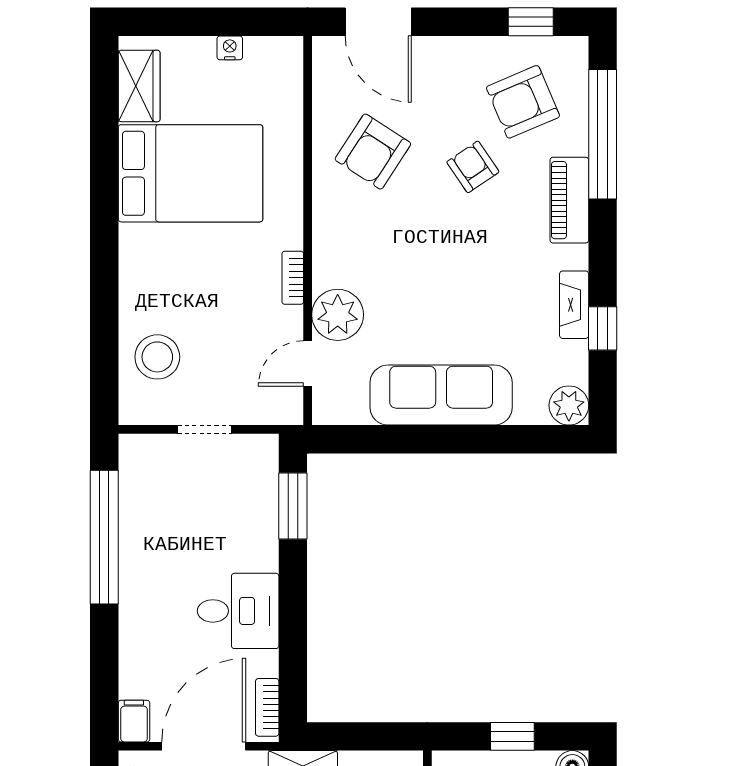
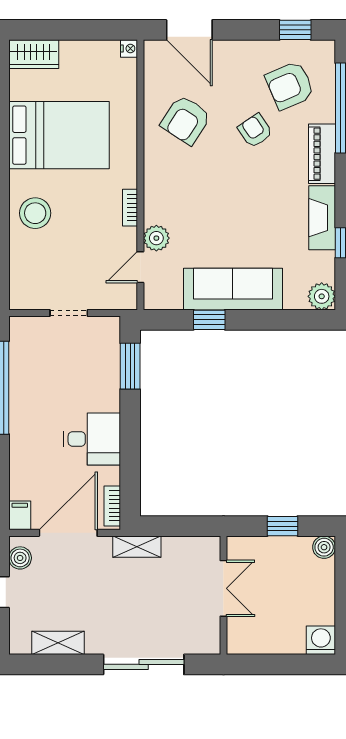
nightstand: (230, 48) -> (129, 49), moved, turned 90
wardrobe: (139, 86) -> (34, 54), moved, turned 90
fireplace: (574, 305) -> (322, 218), width x1.37, depth x1.32
plant: (338, 315) -> (156, 238), width x0.73, depth x0.73
stool: (157, 357) -> (35, 213), moved
window: (407, 439) -> (209, 320), added

